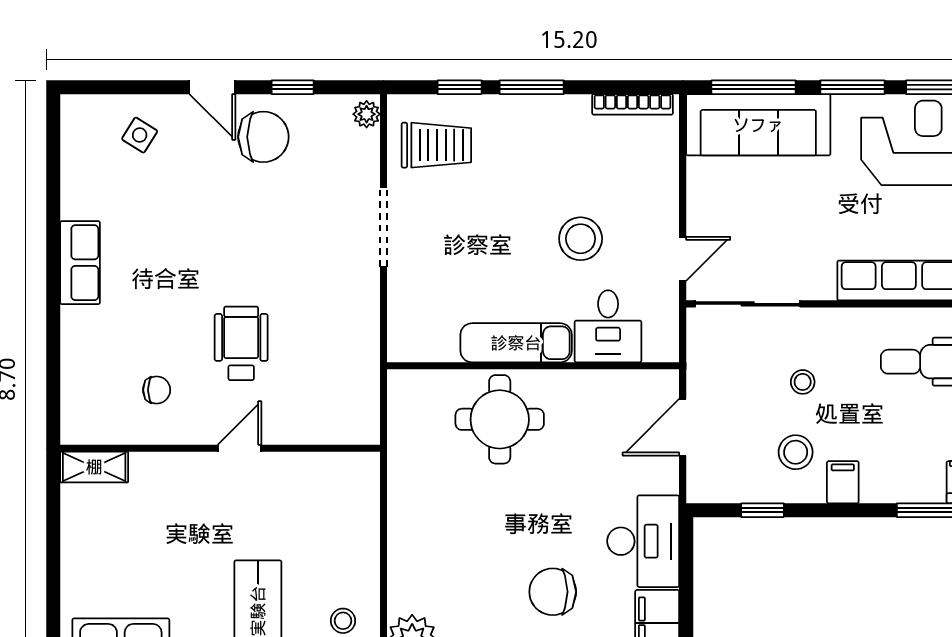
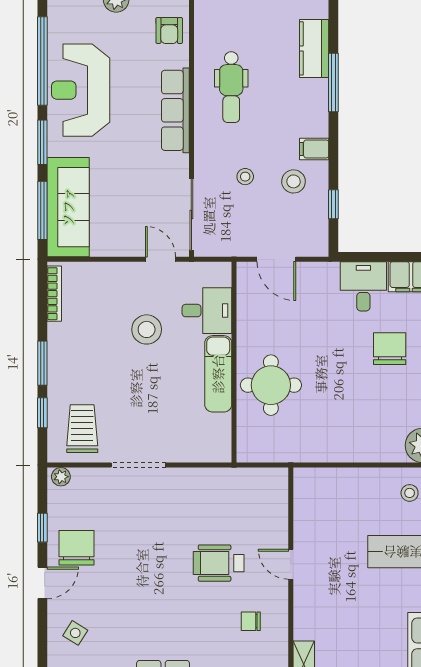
chair: (157, 390) -> (251, 621), turned -90
desk: (643, 541) -> (363, 286), width x0.73
chair: (553, 592) -> (390, 349), turned 180

